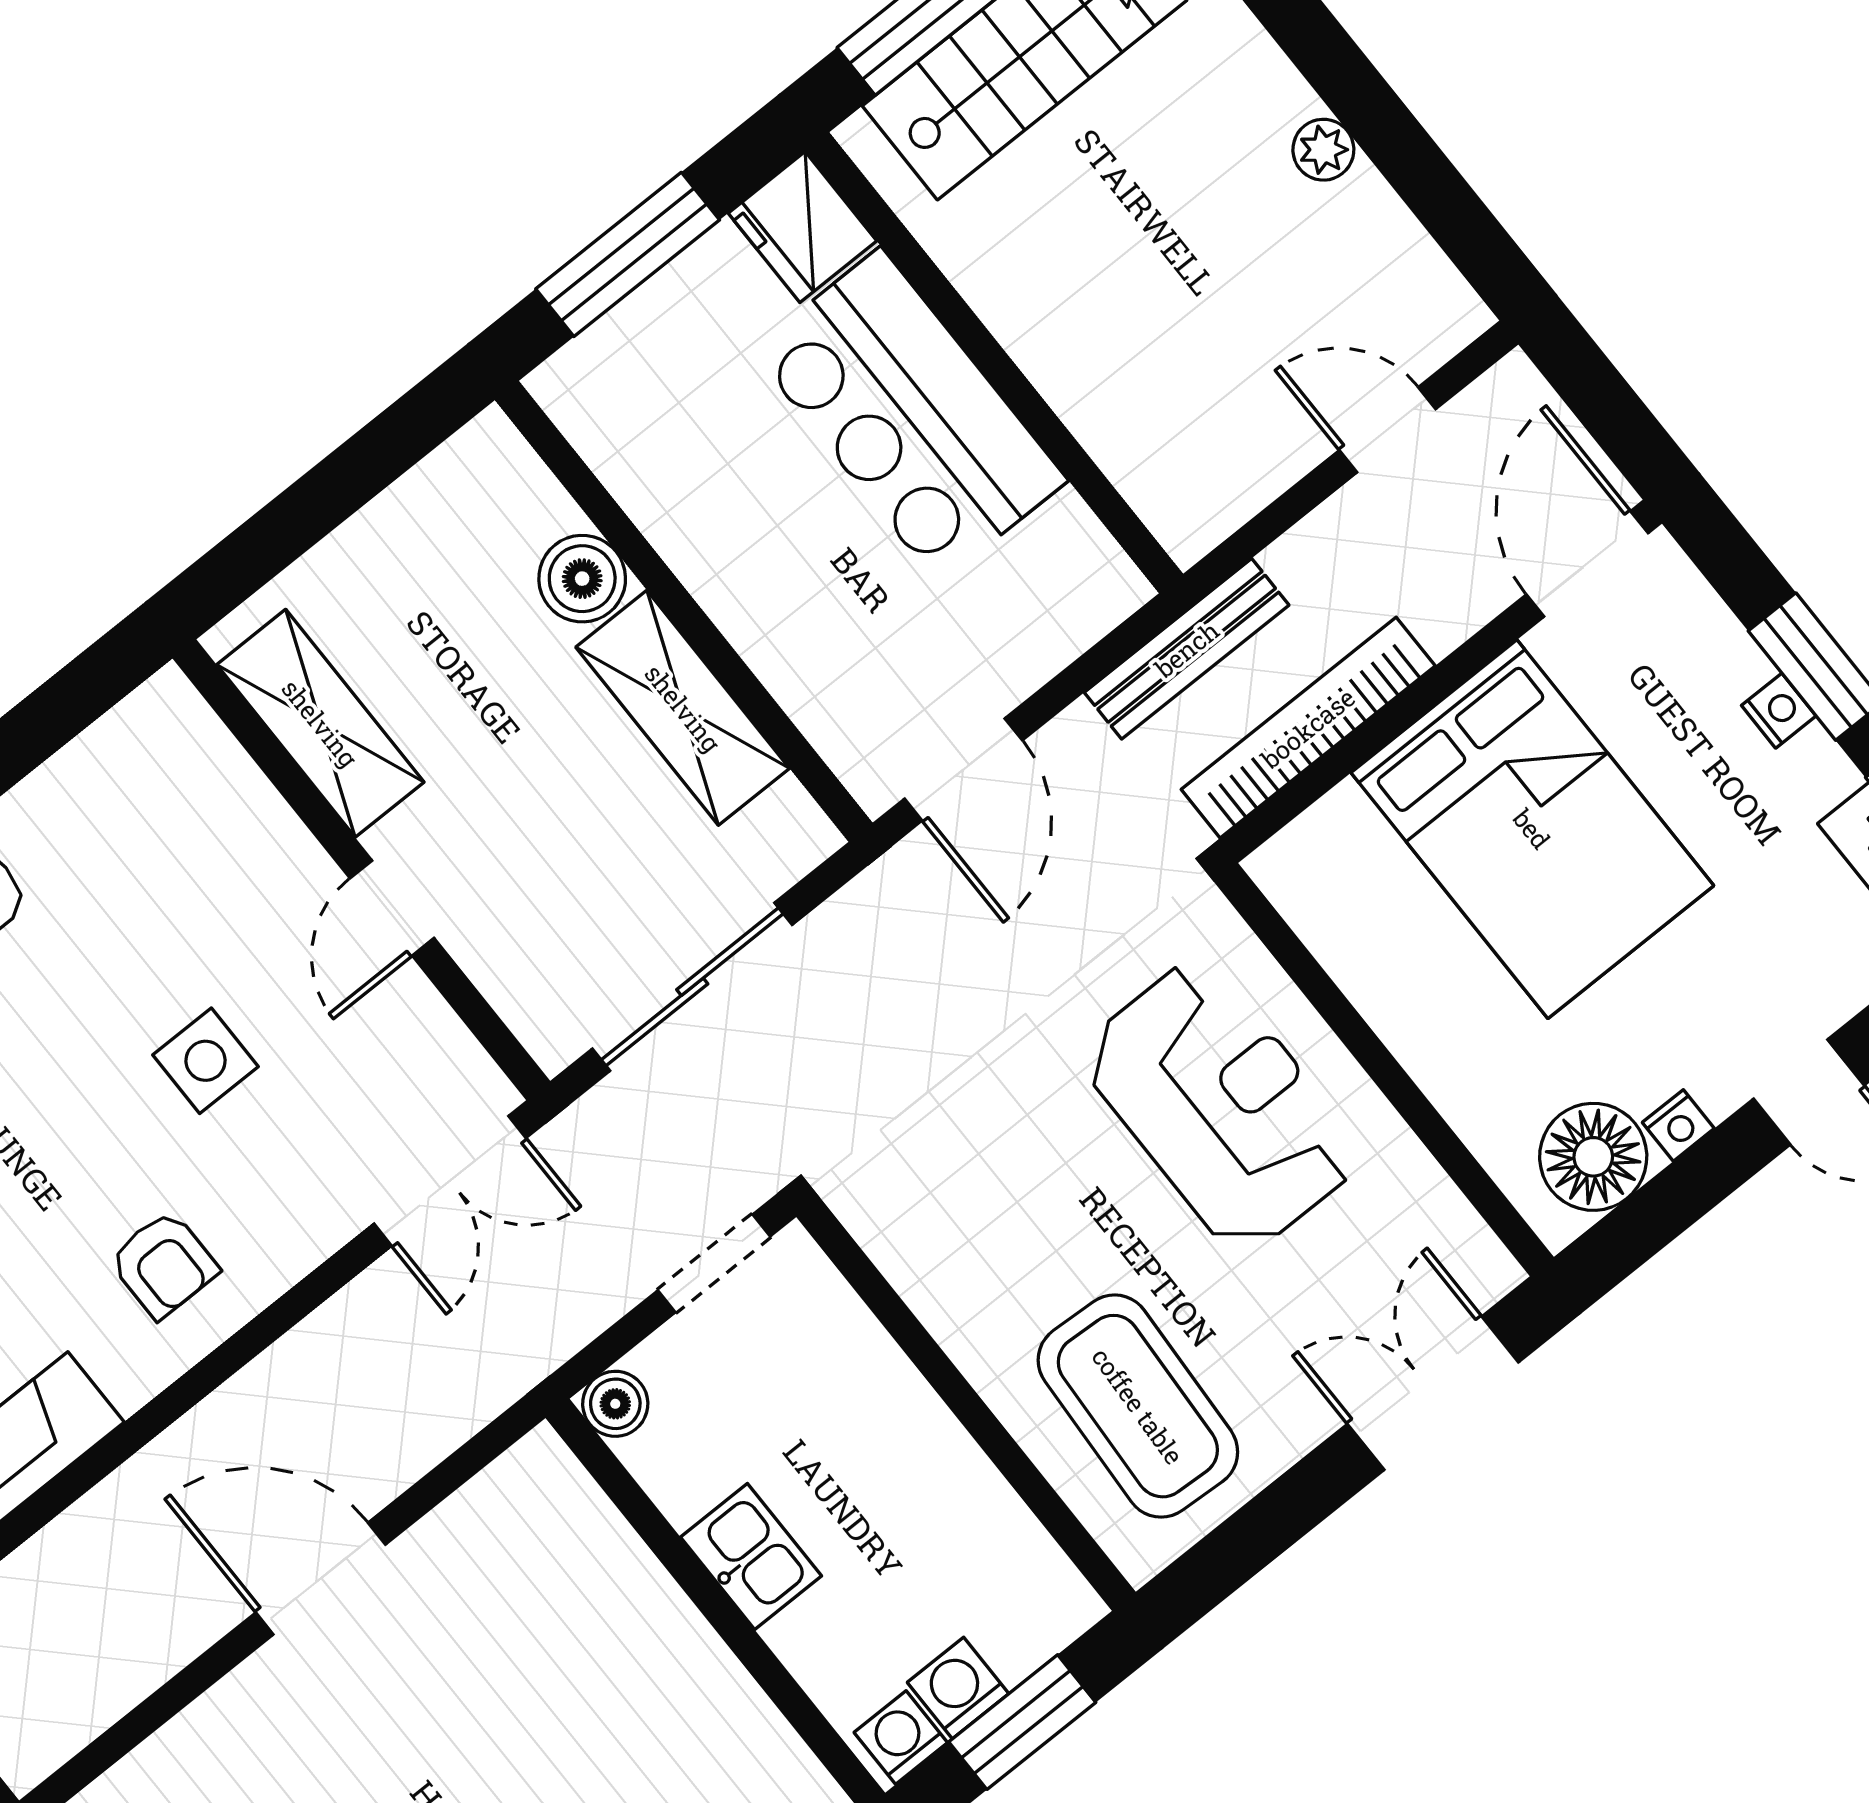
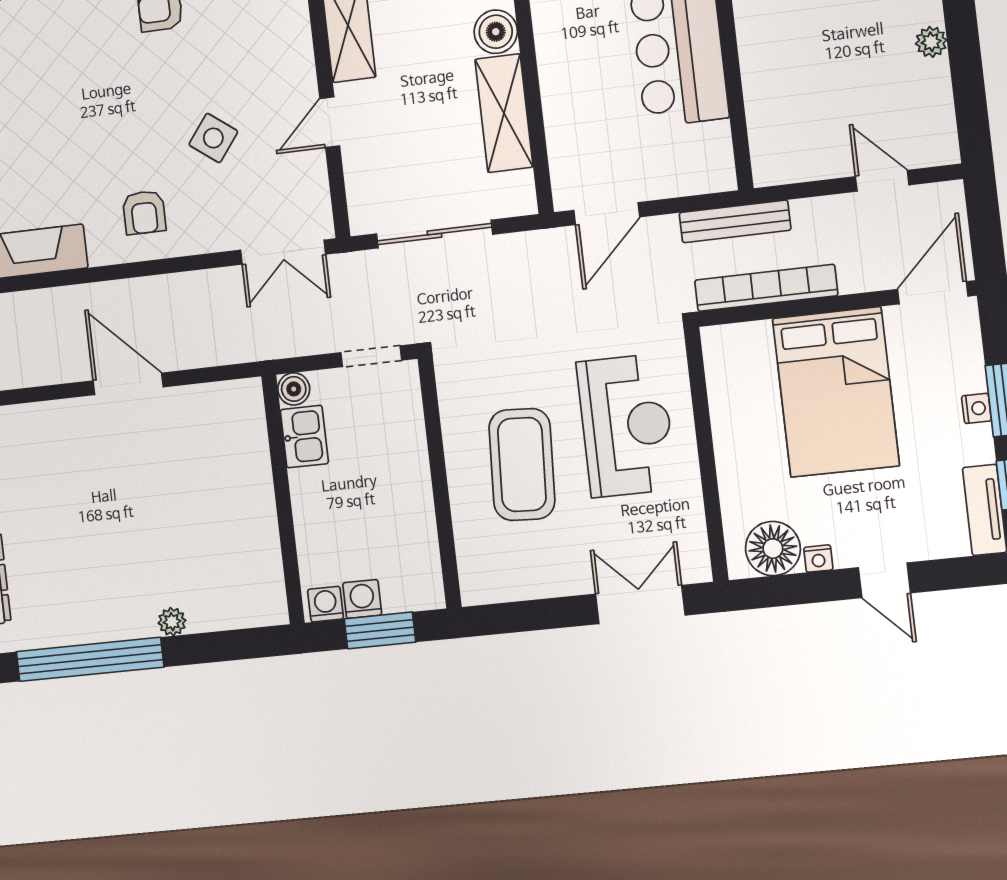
side table: (206, 1061) -> (213, 138), turned 37
coffee table: (1138, 1406) -> (522, 464), moved
kitchen sink: (751, 1557) -> (304, 437), moved

